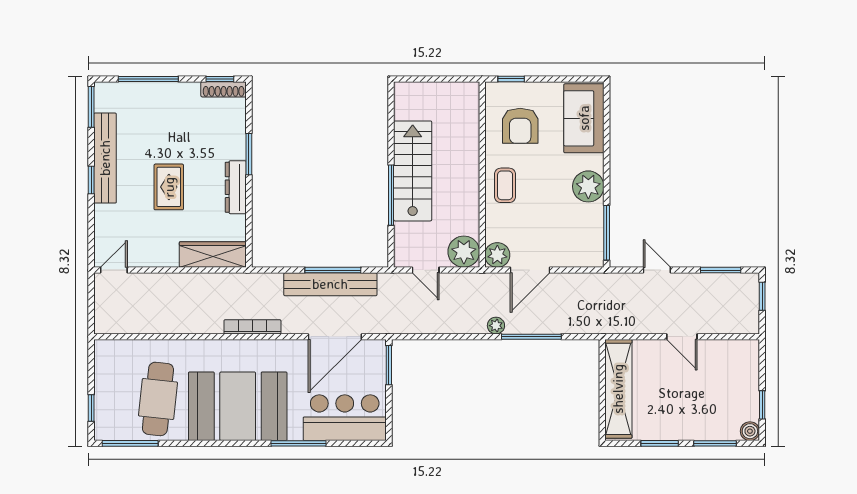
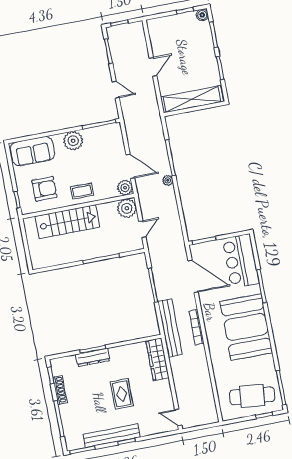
shoe rack: (224, 89) -> (60, 390), moved
stairs: (413, 171) -> (68, 222), moved, turned 180
rug: (169, 187) -> (122, 394), turned 90
dresser: (236, 187) -> (93, 357), moved
door: (657, 270) -> (116, 90), swing flipped
bench: (330, 284) -> (170, 328), moved
cafe table: (158, 399) -> (252, 396), moved

